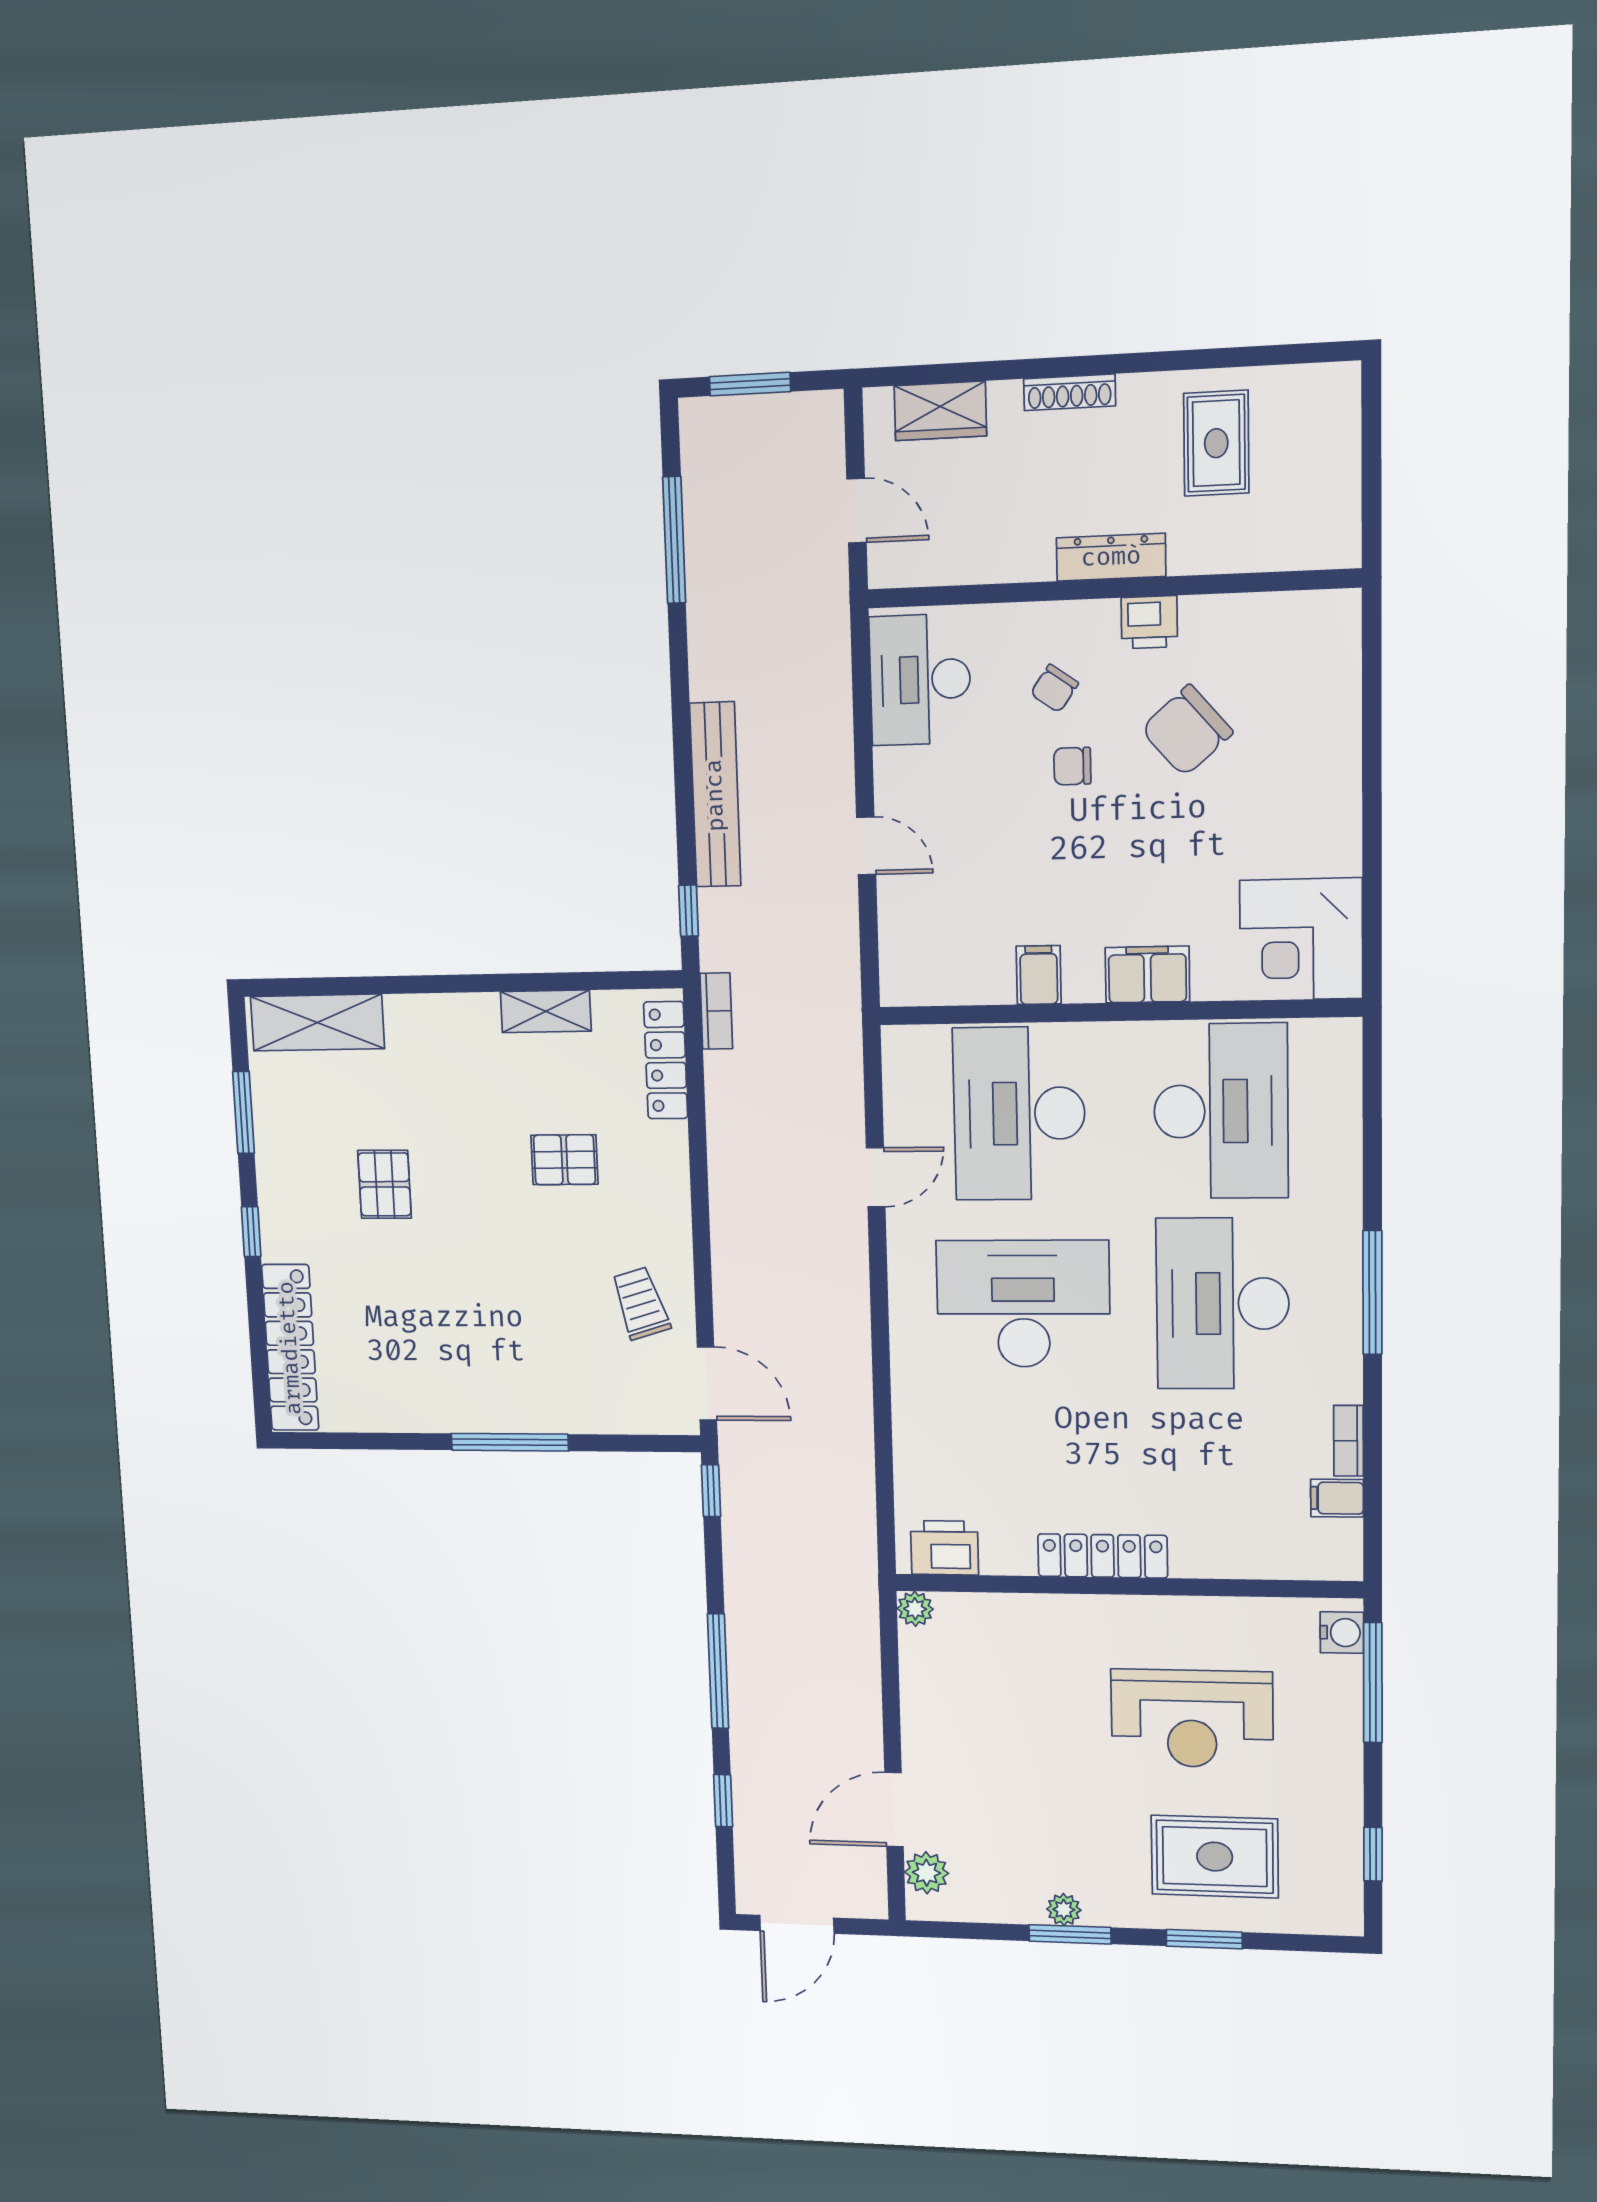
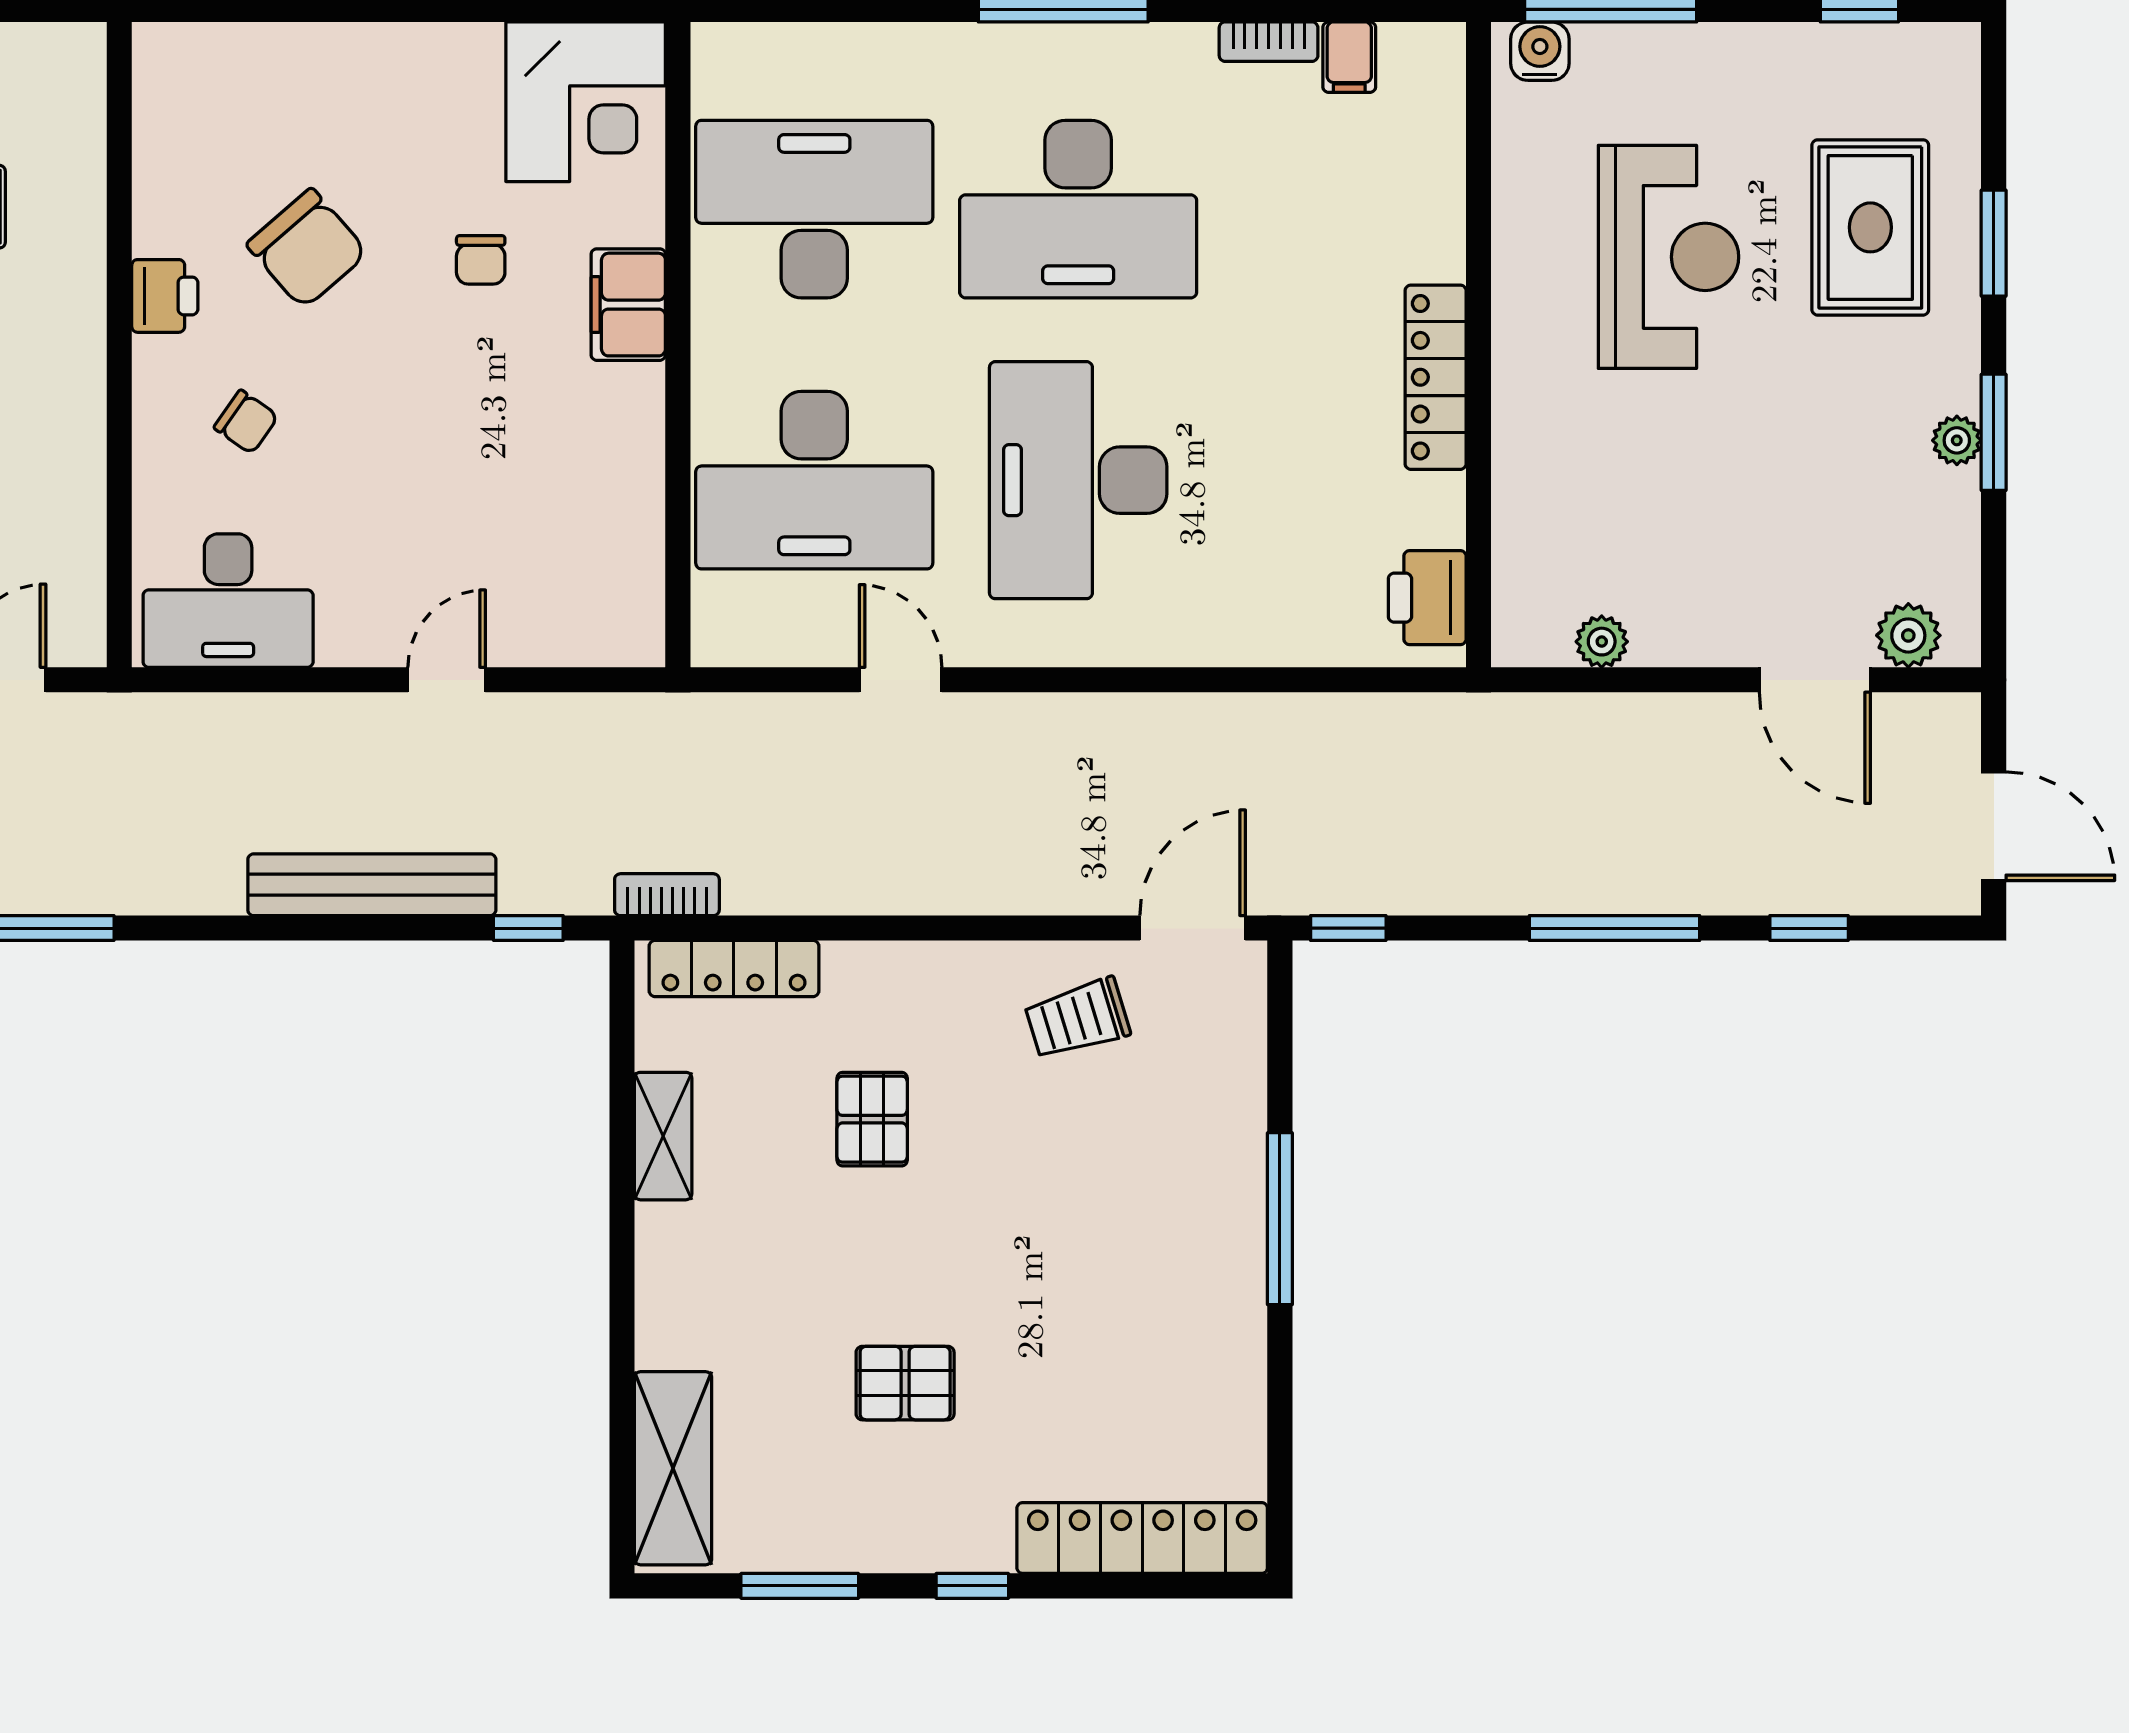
dresser: (1111, 557) -> (79, 344), removed
chair: (1072, 766) -> (481, 260), moved
filing cabinet: (1039, 975) -> (626, 450), removed
plant: (915, 1609) -> (1602, 642), moved

